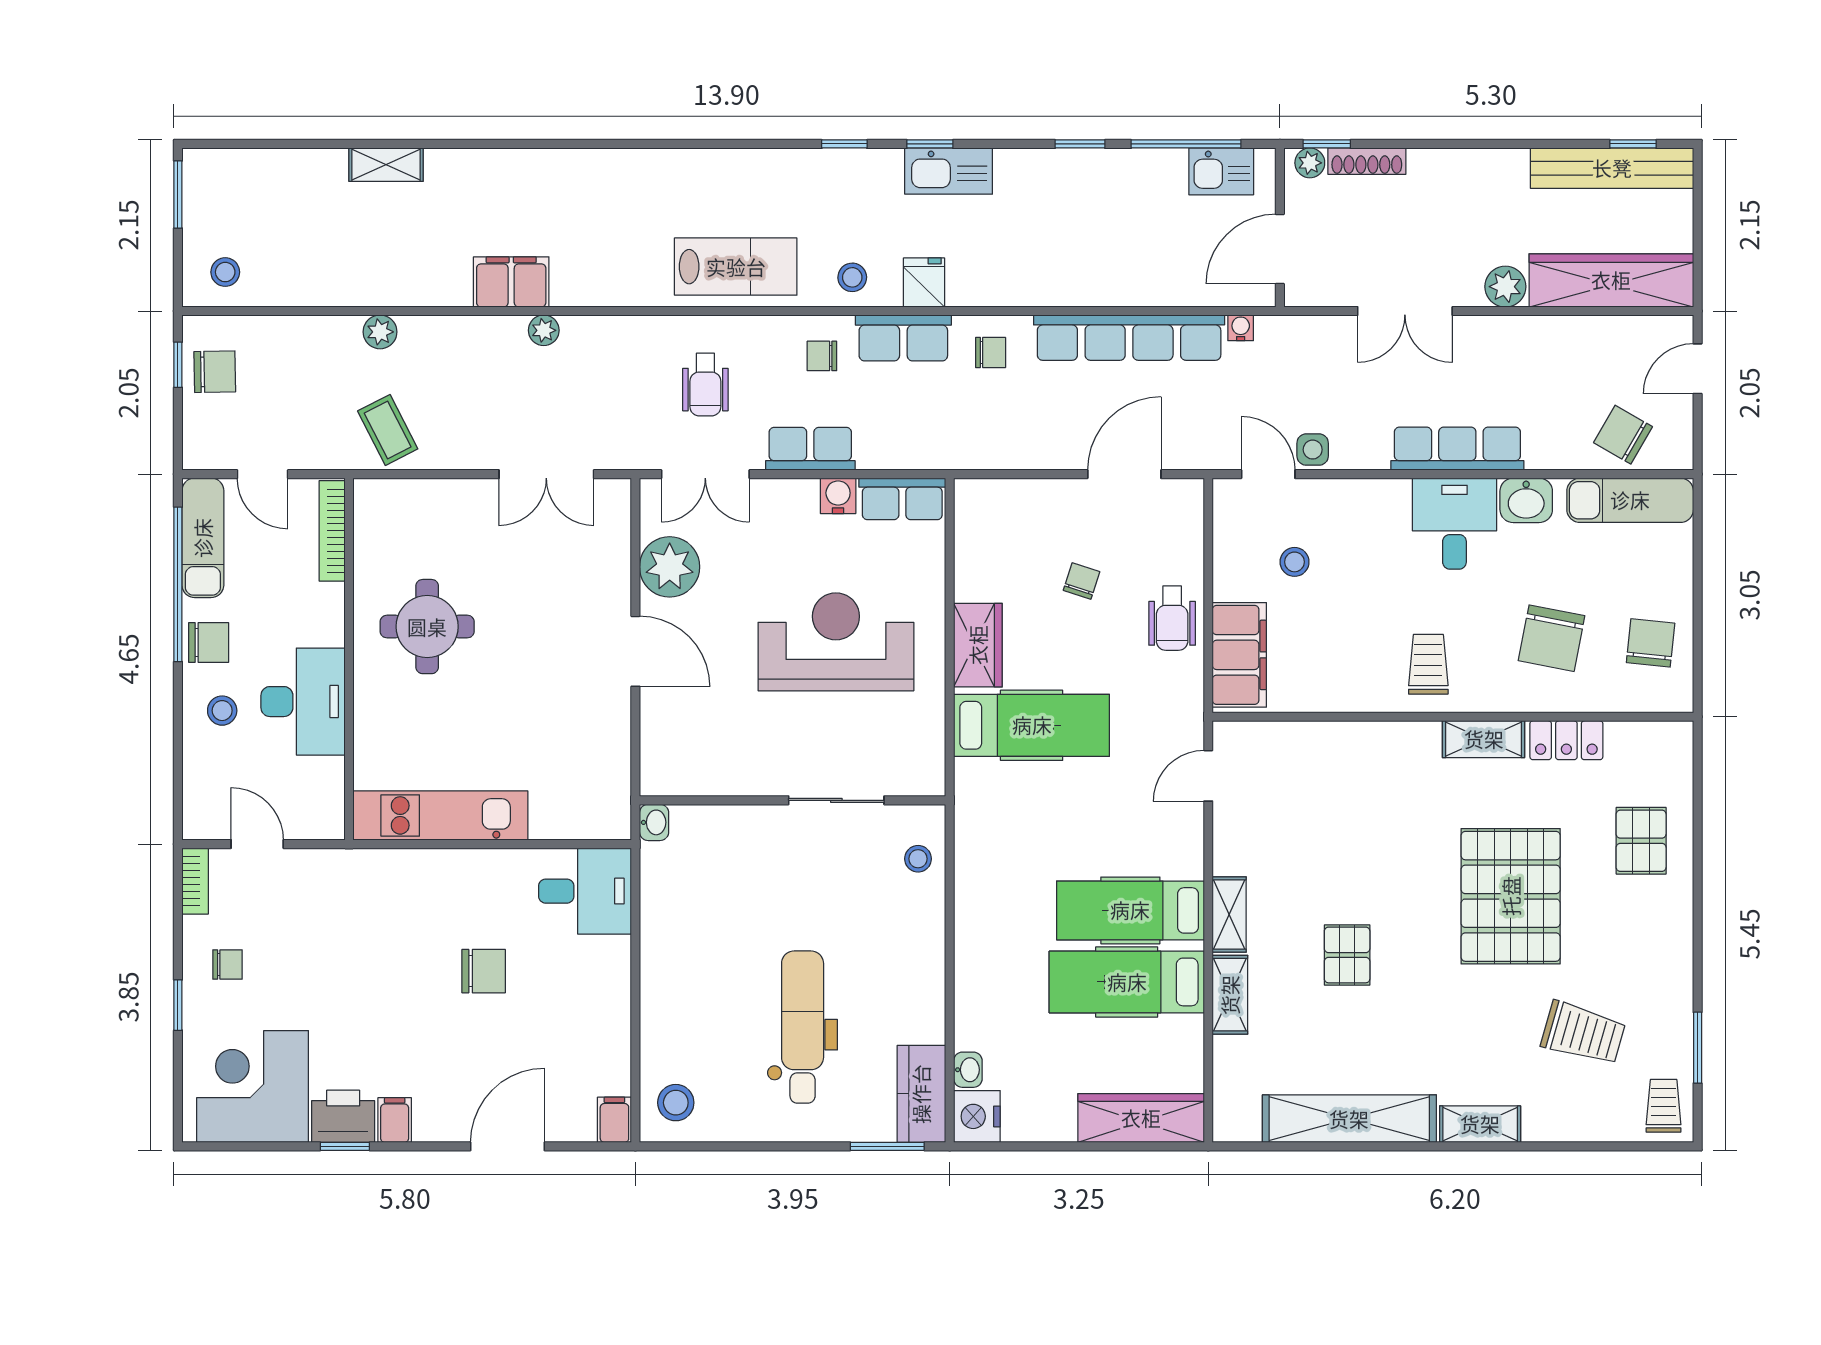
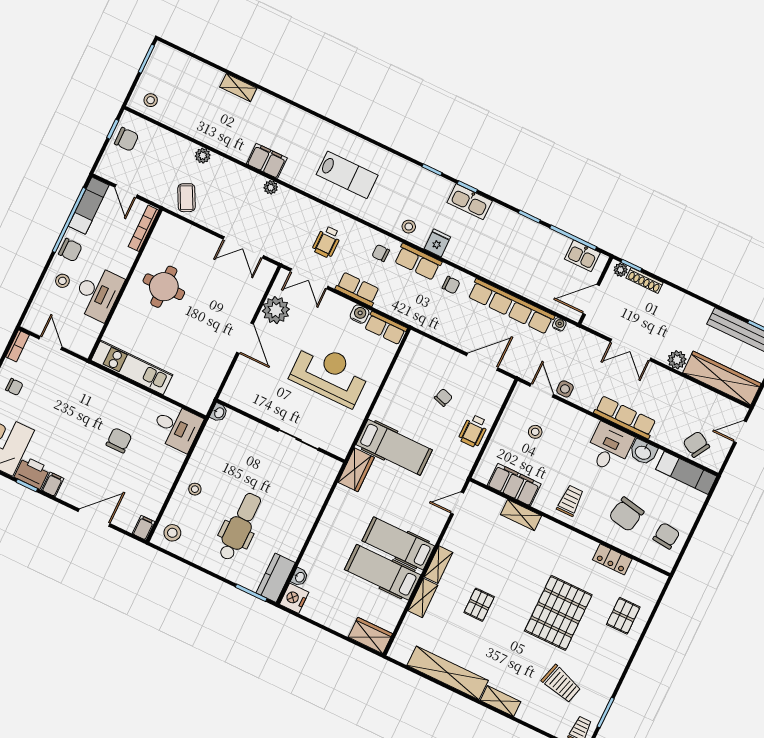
lab bench: (736, 267) -> (347, 175), moved
wardrobe: (978, 645) -> (356, 470), moved
filing cabinet: (1239, 655) -> (514, 485), moved, turned -90
shelving: (1484, 739) -> (521, 515), moved
stool: (918, 859) -> (195, 489), moved
chair: (484, 971) -> (119, 440), turned -90
wardrobe: (1141, 1118) -> (370, 635), width x0.67

